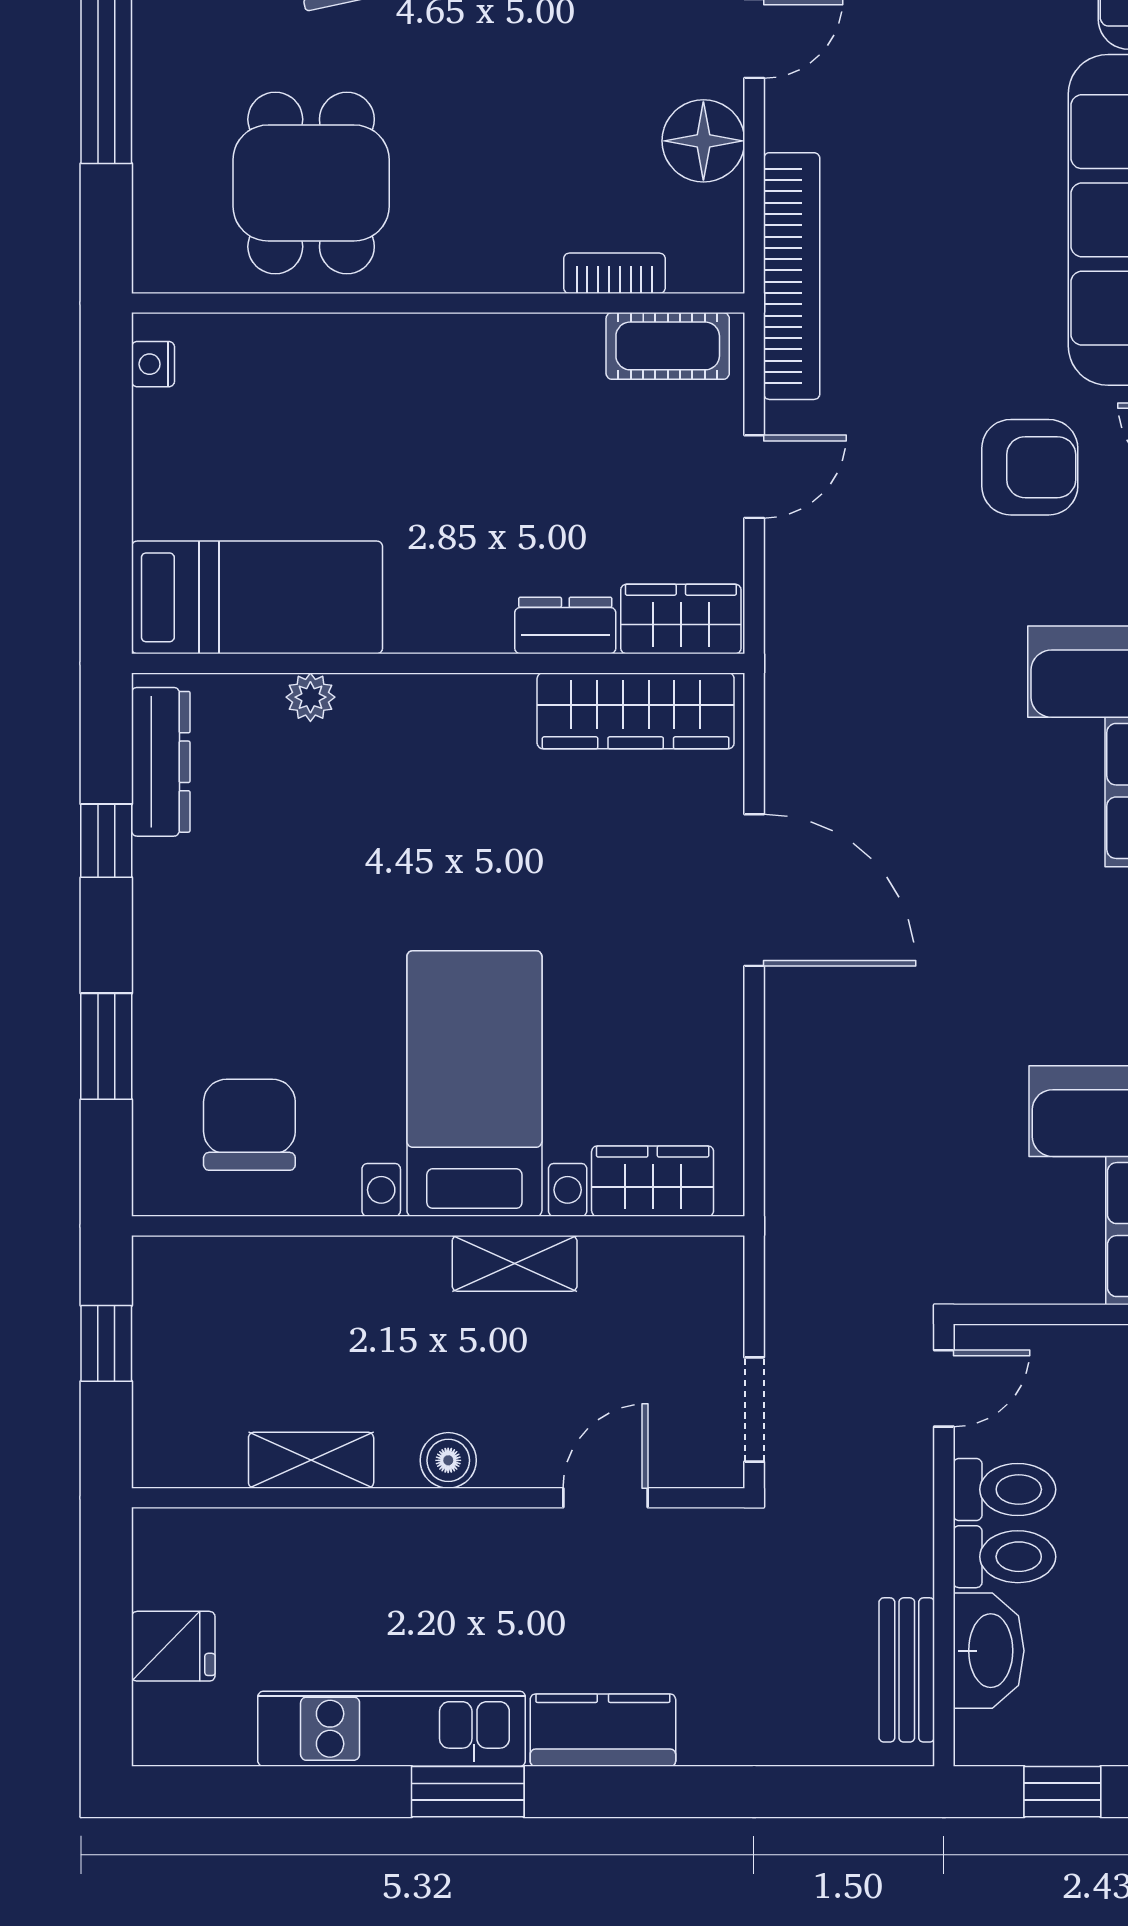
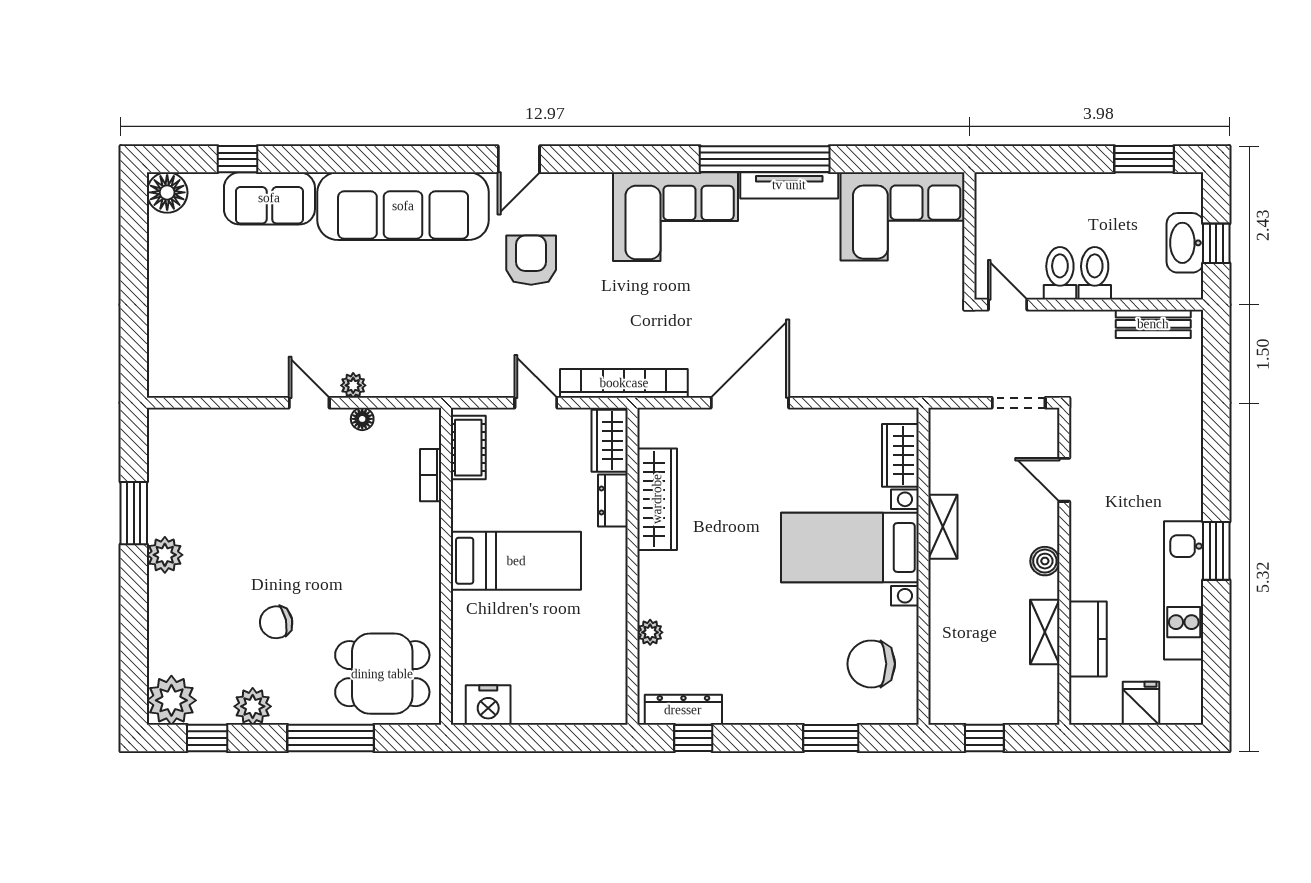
plant: (788, 124) -> (353, 385), added
floor lamp: (703, 141) -> (362, 419), width x0.53, depth x0.53
dining table: (311, 183) -> (382, 674), moved
bookcase: (792, 276) -> (624, 383), moved
nightstand: (153, 364) -> (488, 705), width x1.89, depth x1.79
bed: (257, 597) -> (516, 561), moved, turned 90
wardrobe: (636, 711) -> (657, 499), moved
window: (106, 841) -> (693, 738), moved
washbasin: (989, 1651) -> (1185, 243), moved, turned -90
kitchen counter: (603, 1730) -> (1088, 639), moved, turned 180

